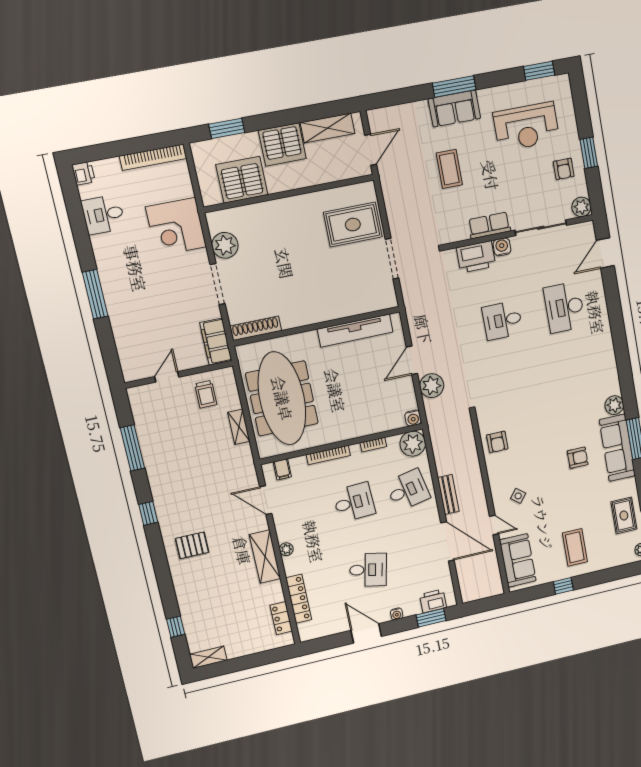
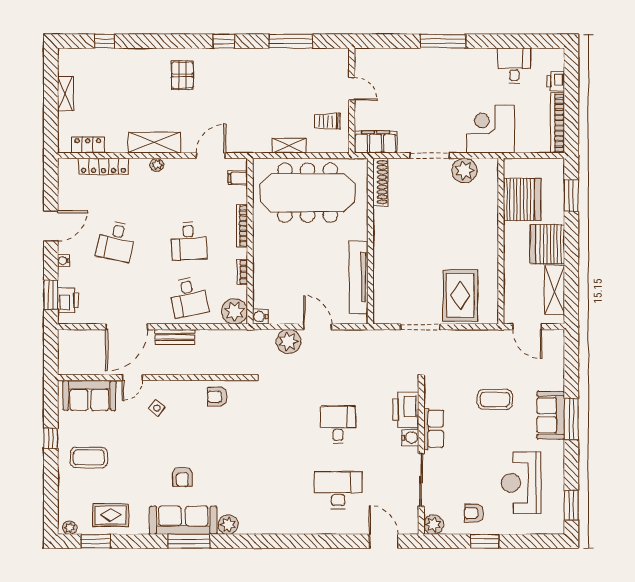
printer: (83, 173) -> (556, 81), moved, turned 90
shelving: (208, 657) -> (65, 94), moved

